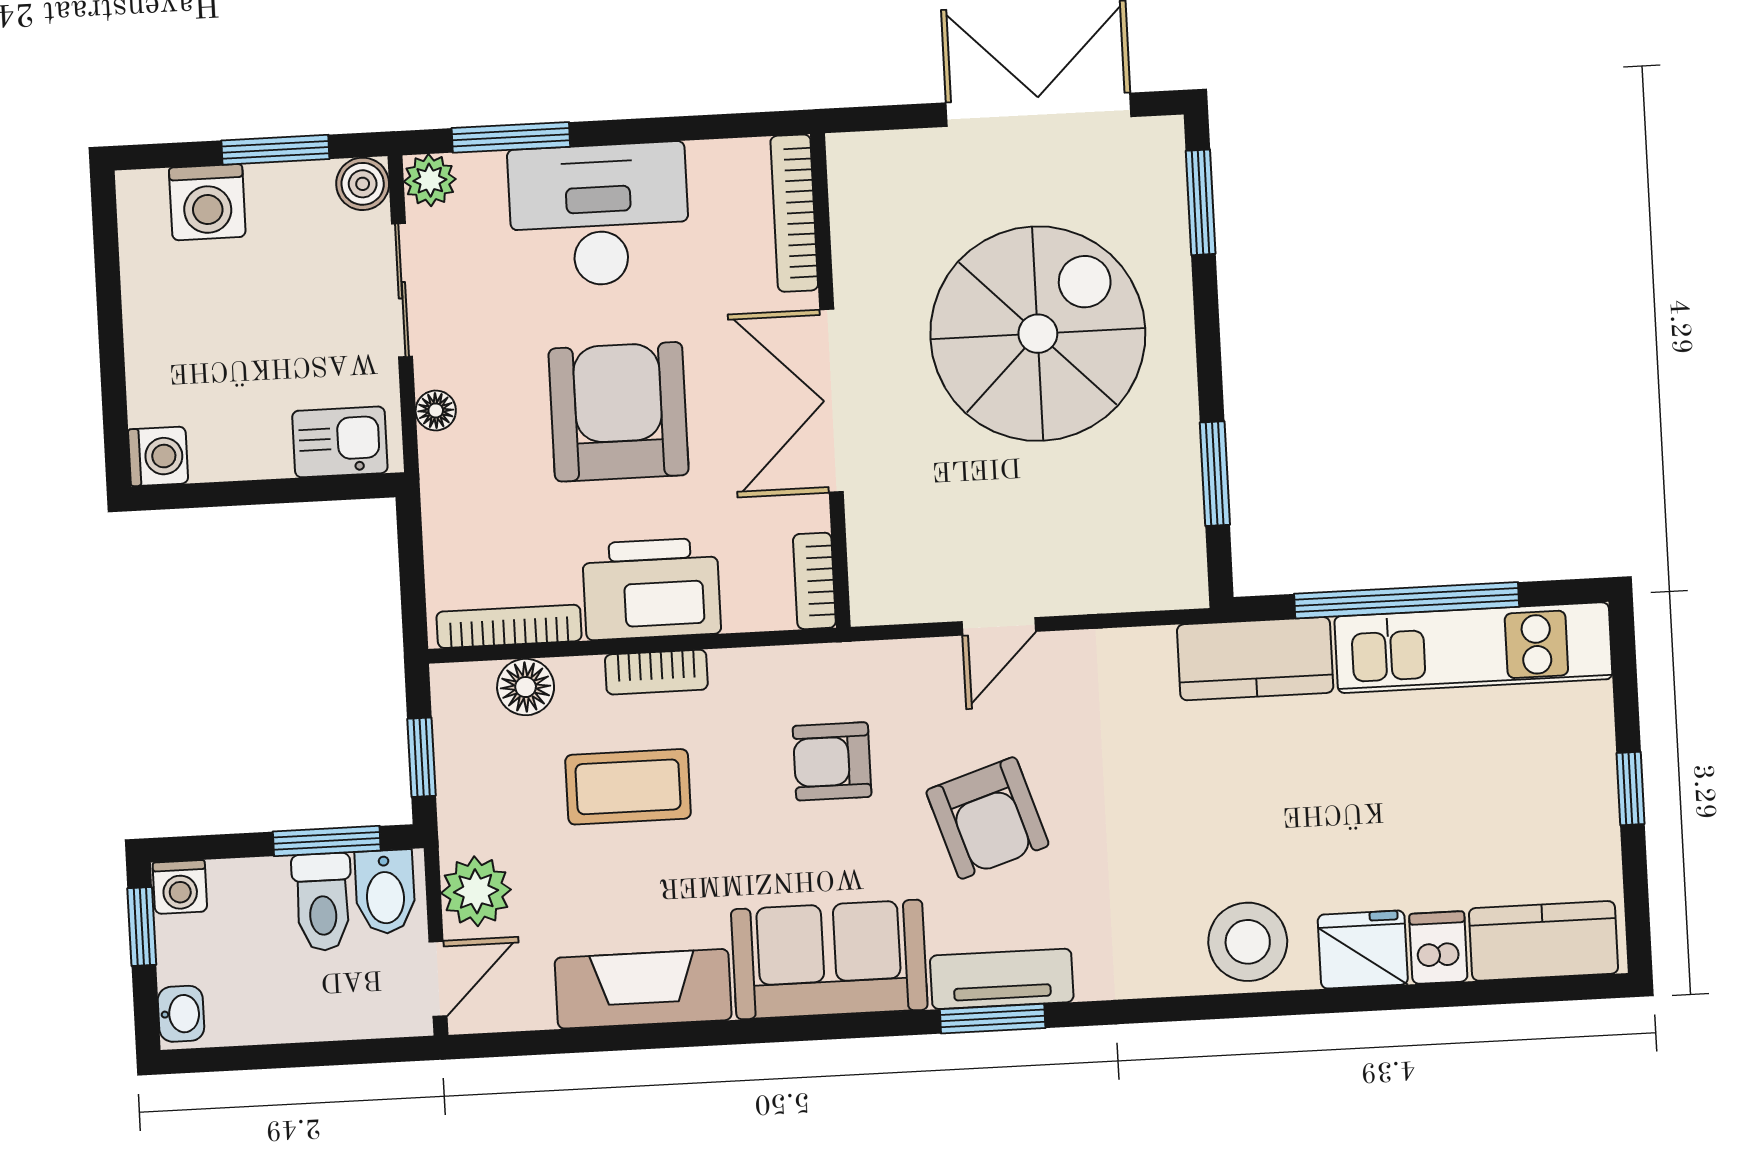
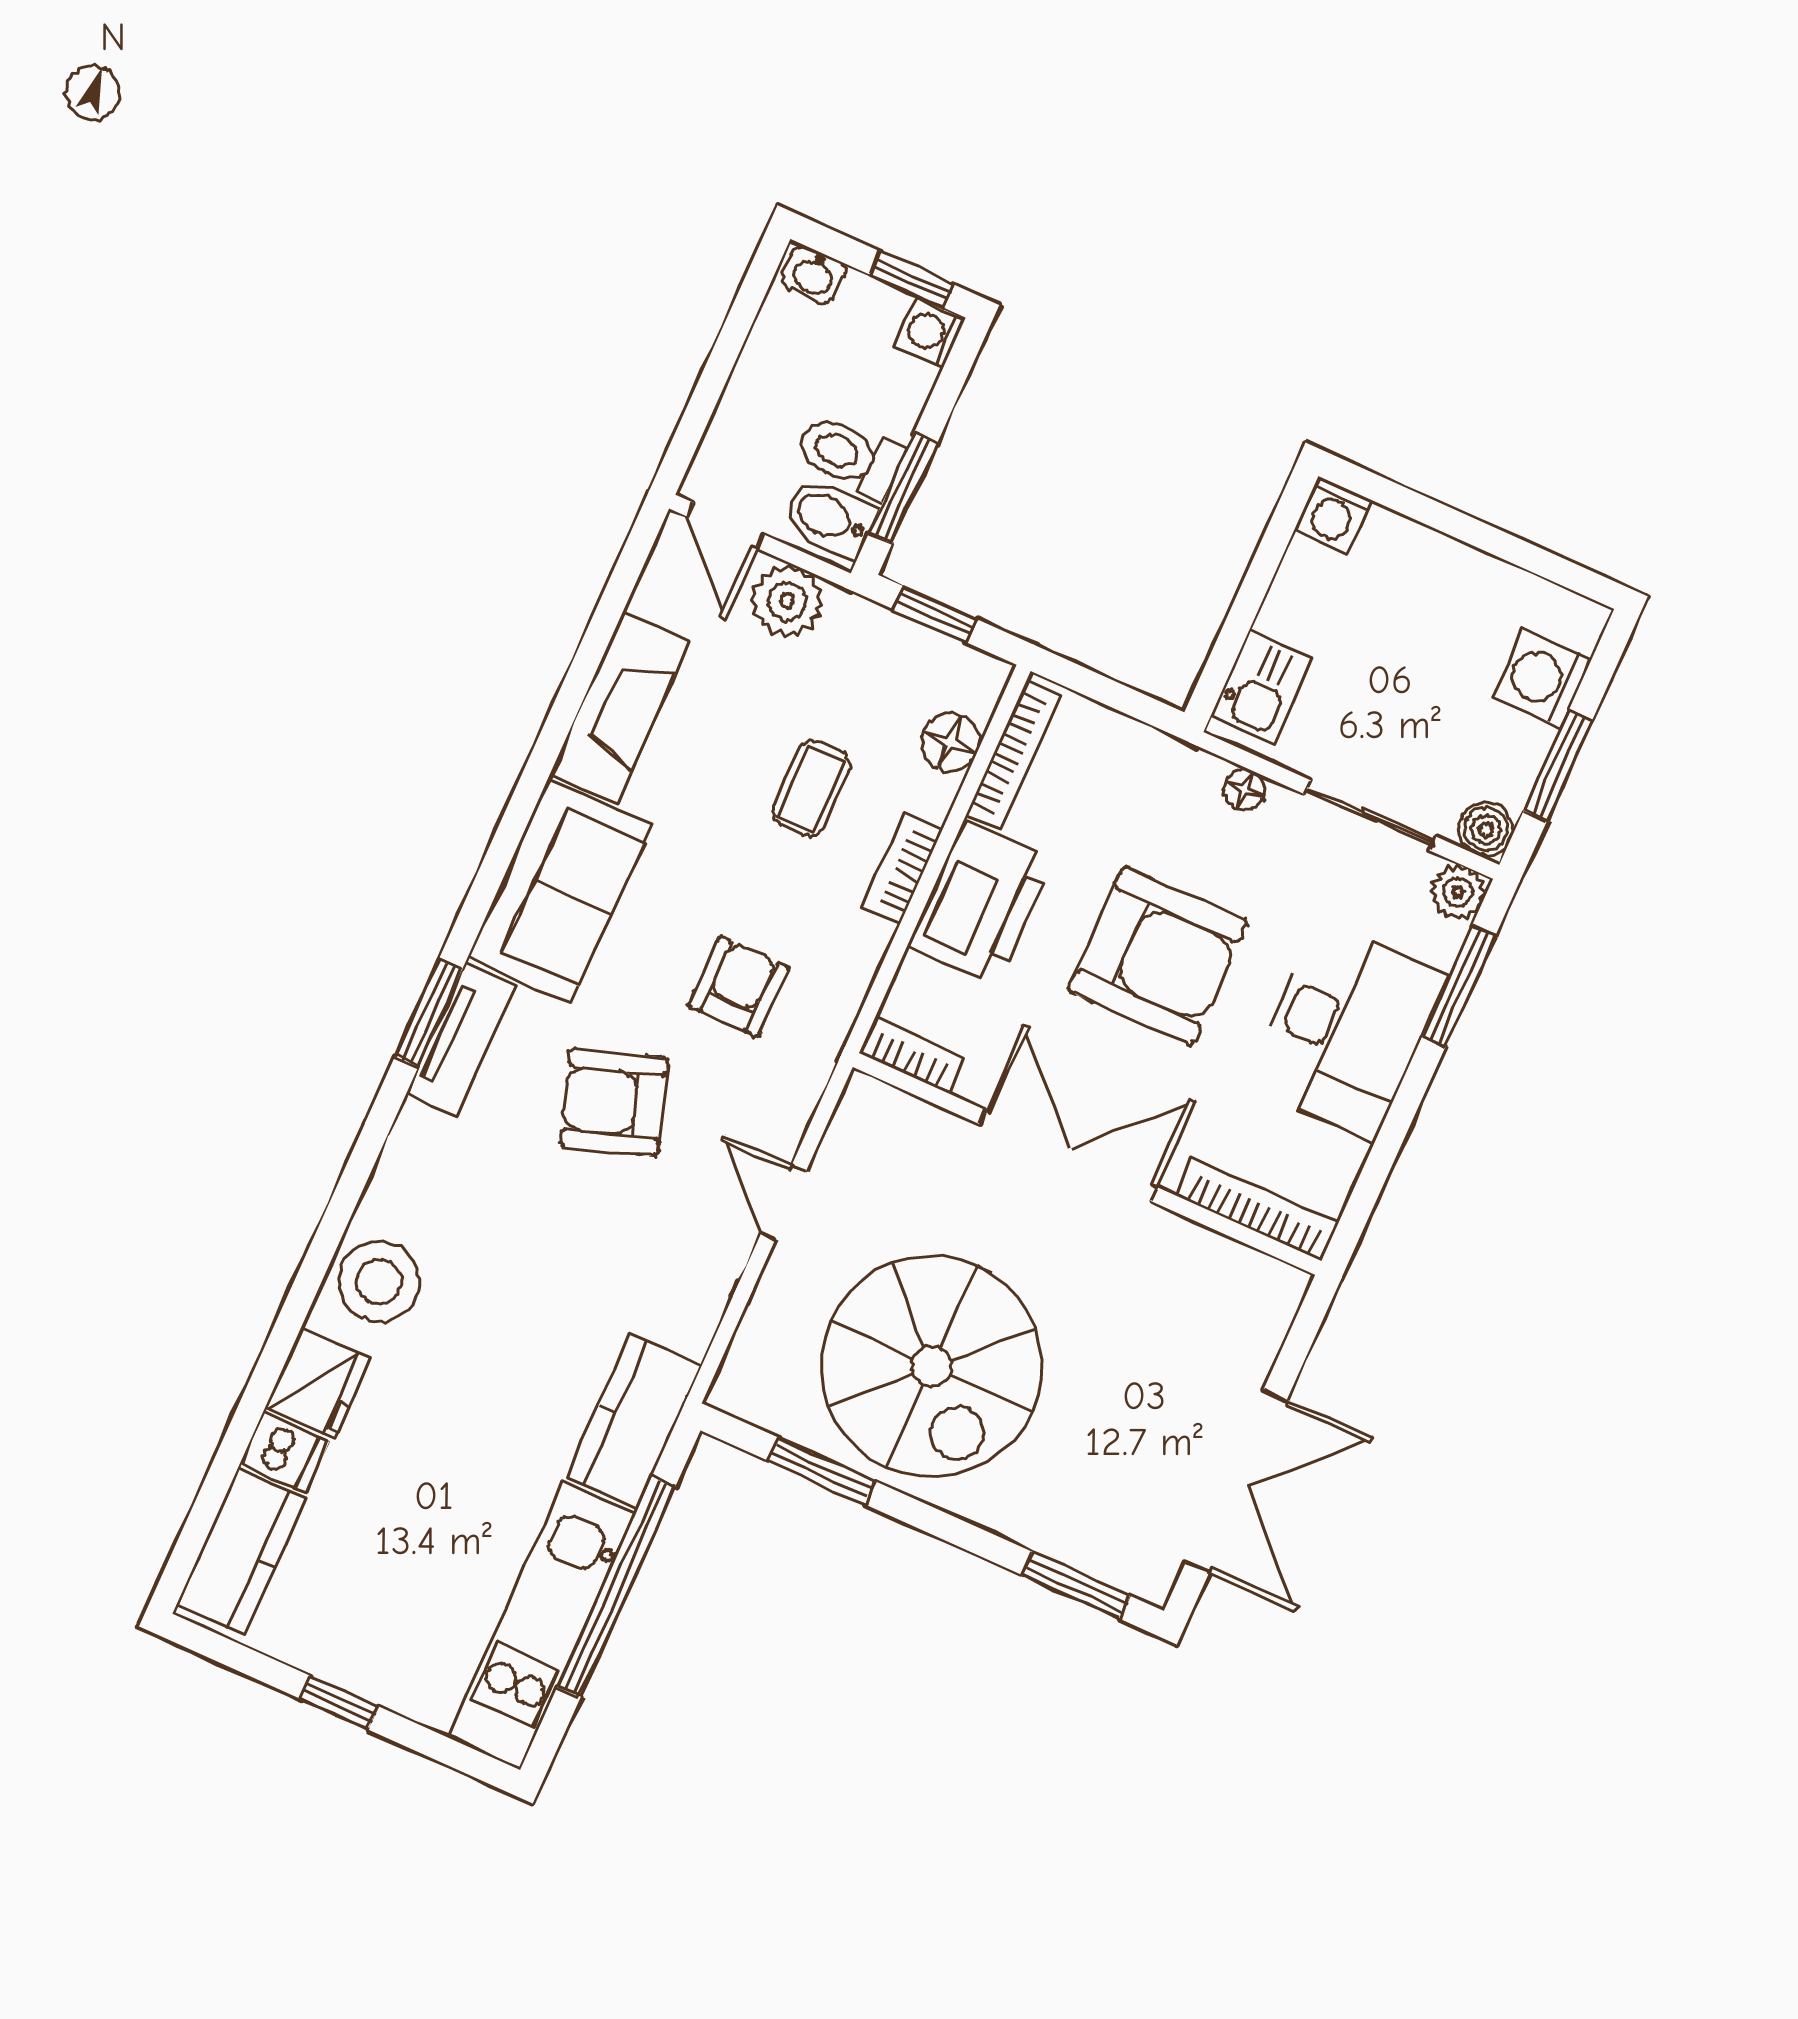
spiral stairs: (1038, 334) -> (931, 1366), moved
coffee table: (628, 787) -> (811, 789), width x0.73, depth x0.77

